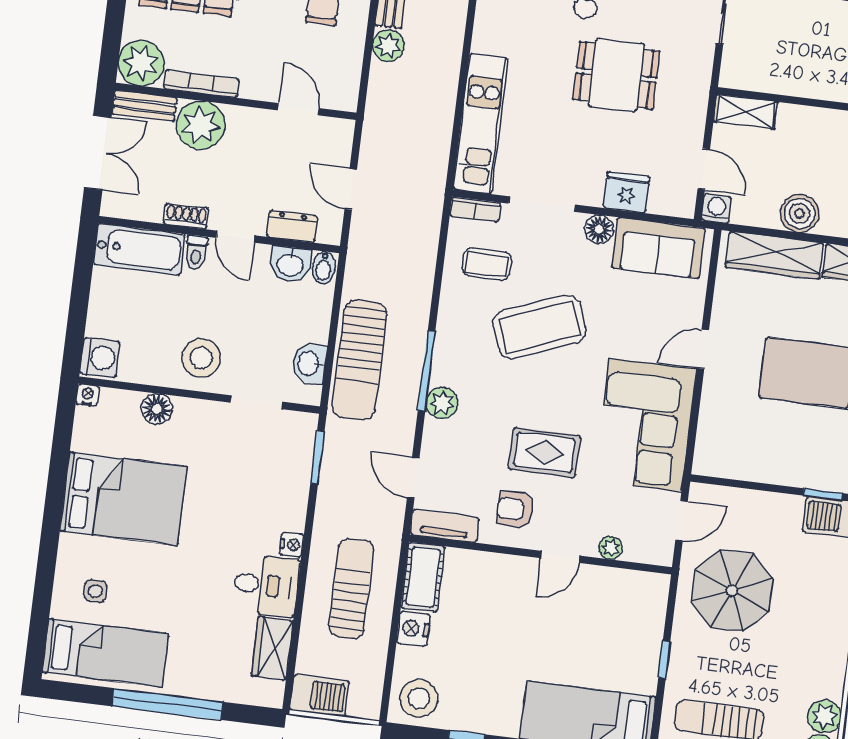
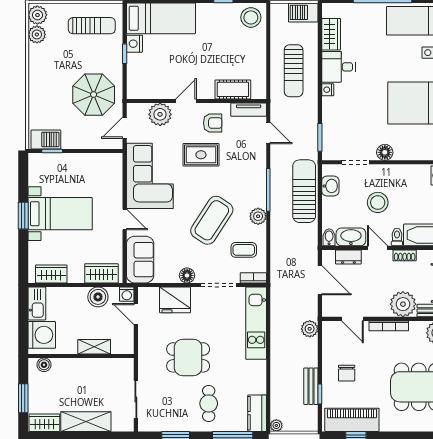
plant: (388, 46) -> (310, 329), moved
bookcase: (201, 84) -> (389, 326), moved
shelving: (746, 112) -> (94, 347), moved
door: (351, 189) -> (320, 280), width x1.38
fridge: (626, 192) -> (175, 300), width x1.36, depth x1.34
boiler: (800, 213) -> (98, 297), moved
sofa: (658, 248) -> (140, 260), moved, turned 90
wardrobe: (774, 255) -> (102, 273), width x0.67
washbasin: (290, 264) -> (351, 237), width x1.38
coffee table: (540, 327) -> (212, 220), turned -36
door: (703, 349) -> (125, 219), hinge flipped
stool: (201, 358) -> (378, 202), moved
plant: (442, 403) -> (258, 216), moved
floor lamp: (157, 409) -> (385, 152), moved
plant: (611, 548) -> (160, 114), width x1.87, depth x1.87
cot: (423, 577) -> (233, 89), moved, turned 90
nightstand: (413, 629) -> (134, 44), moved, turned 180

